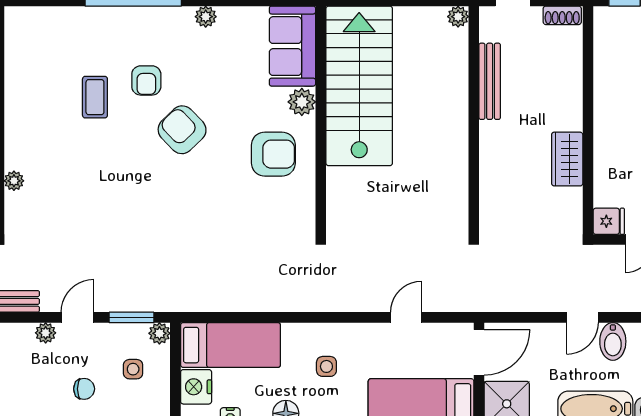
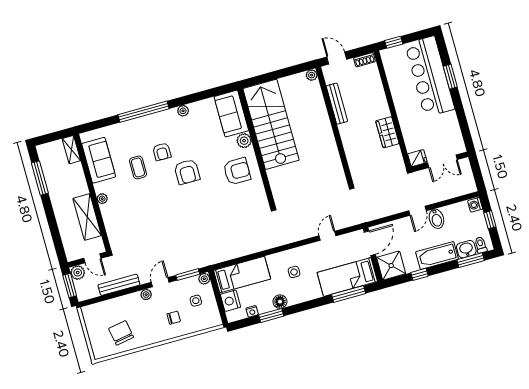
sofa: (27, 64) -> (99, 160), added
armchair: (182, 130) -> (187, 172), turned -136
plant: (14, 181) -> (102, 199), moved

